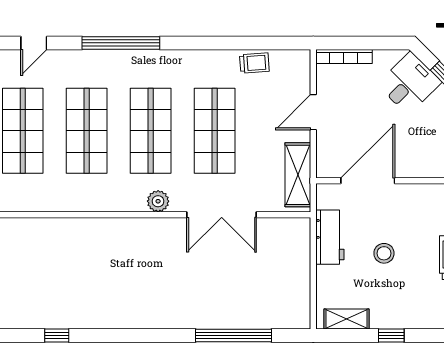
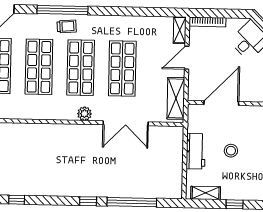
trolley: (254, 63) -> (67, 26), moved
shelving: (301, 70) -> (180, 30), added
workbench: (330, 237) -> (196, 151), moved
window: (166, 335) -> (88, 201), added

